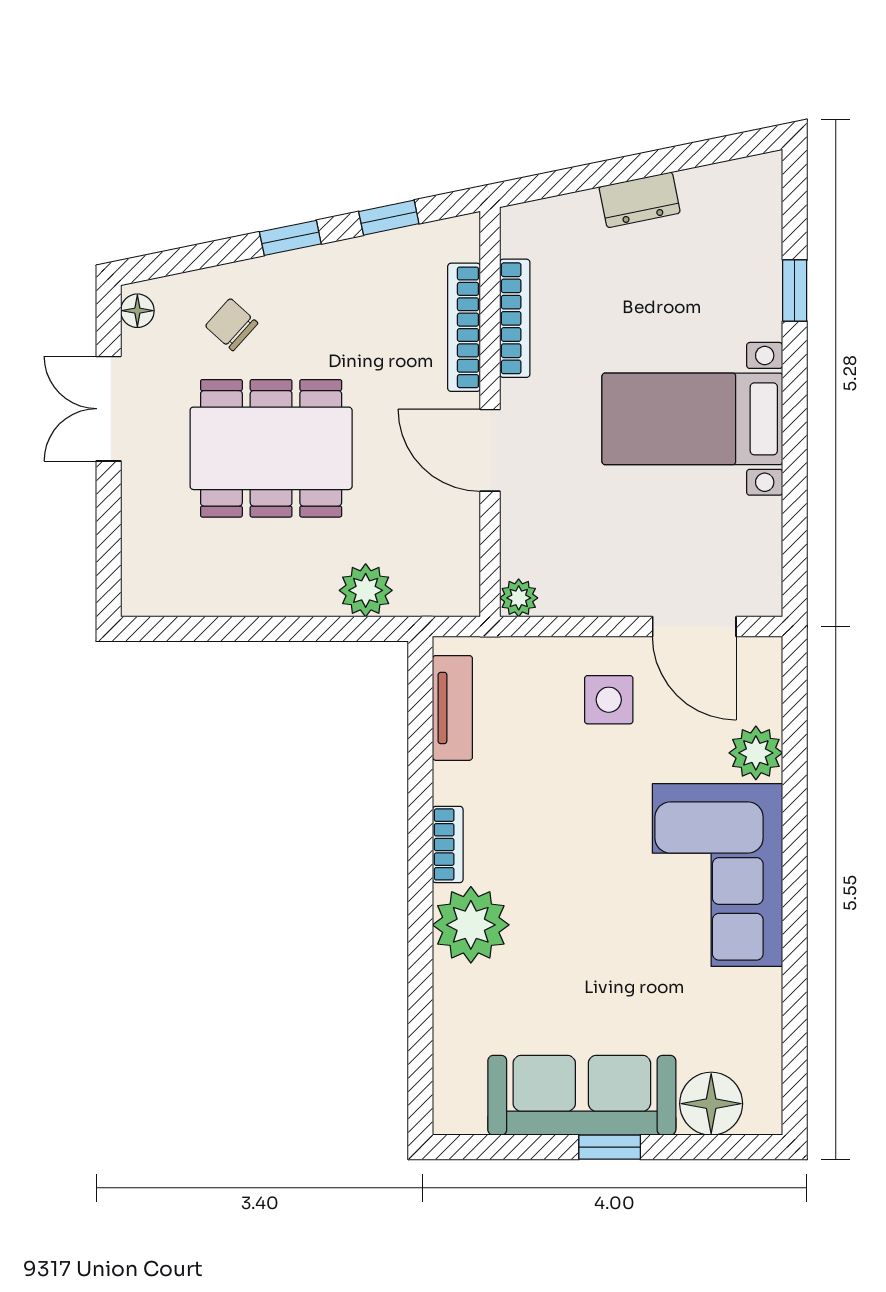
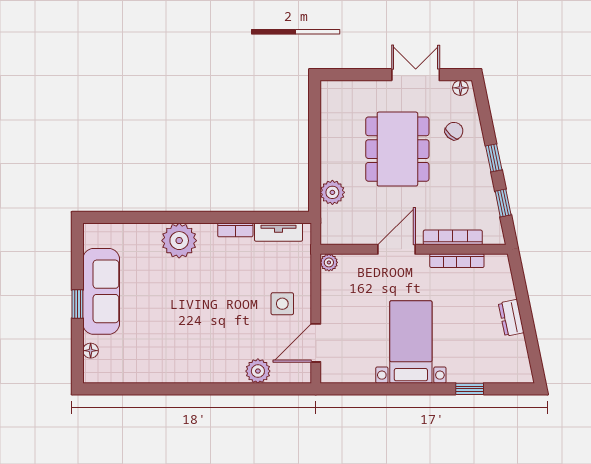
bookcase: (448, 844) -> (235, 230), moved
corner sofa: (718, 875) -> (202, 354), removed
floor lamp: (711, 1104) -> (91, 351), width x0.53, depth x0.53

